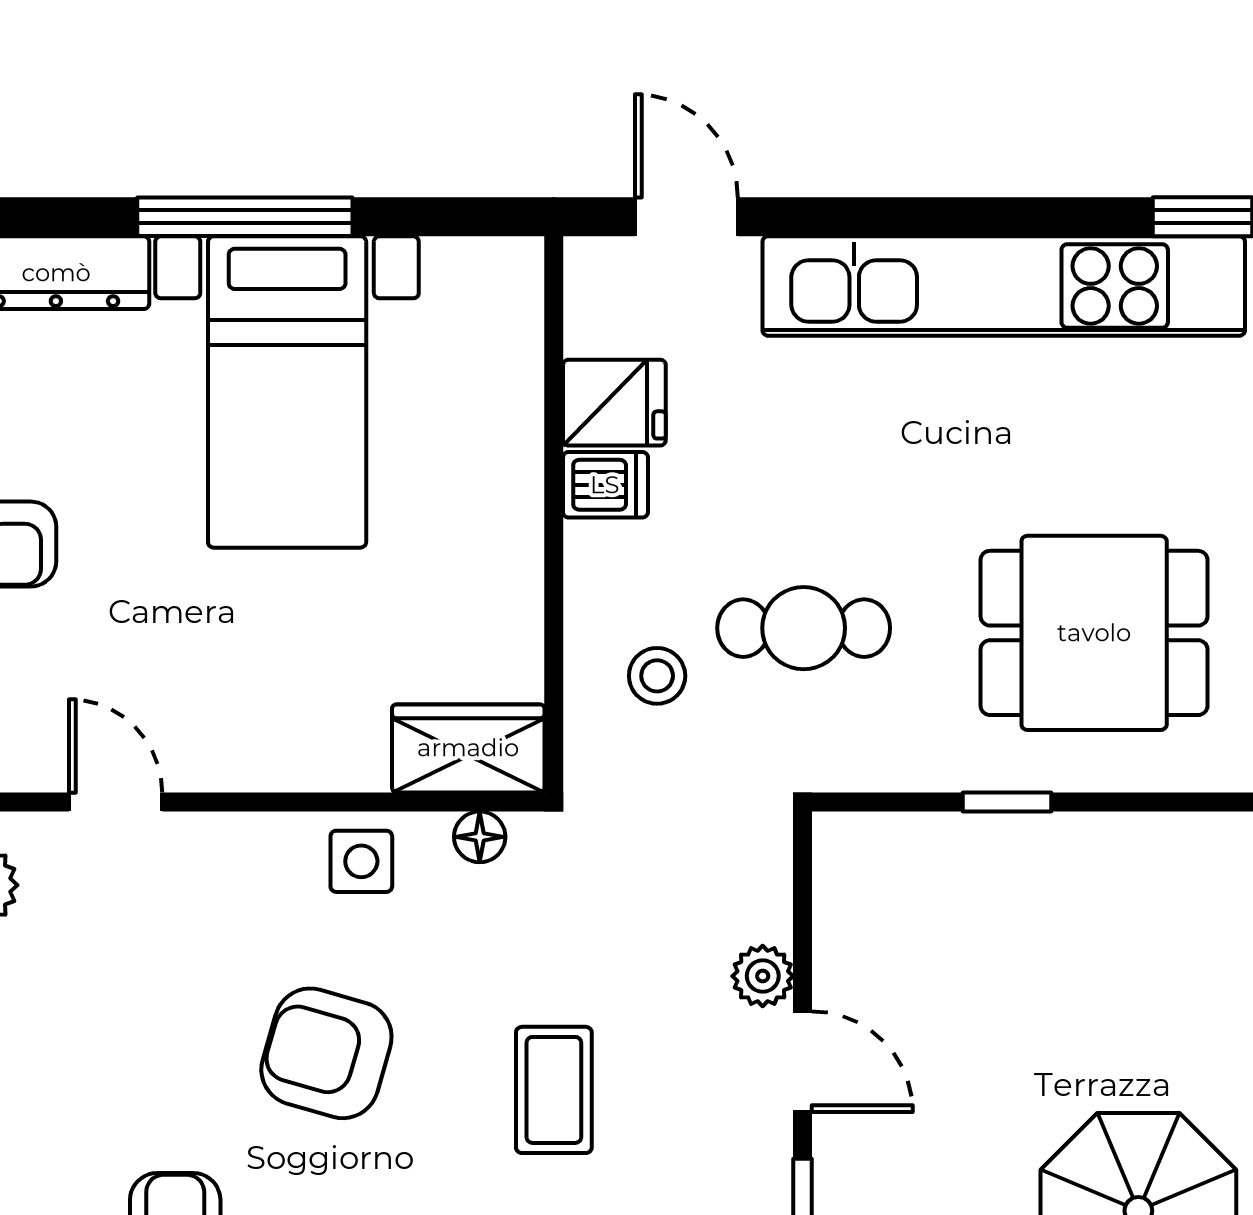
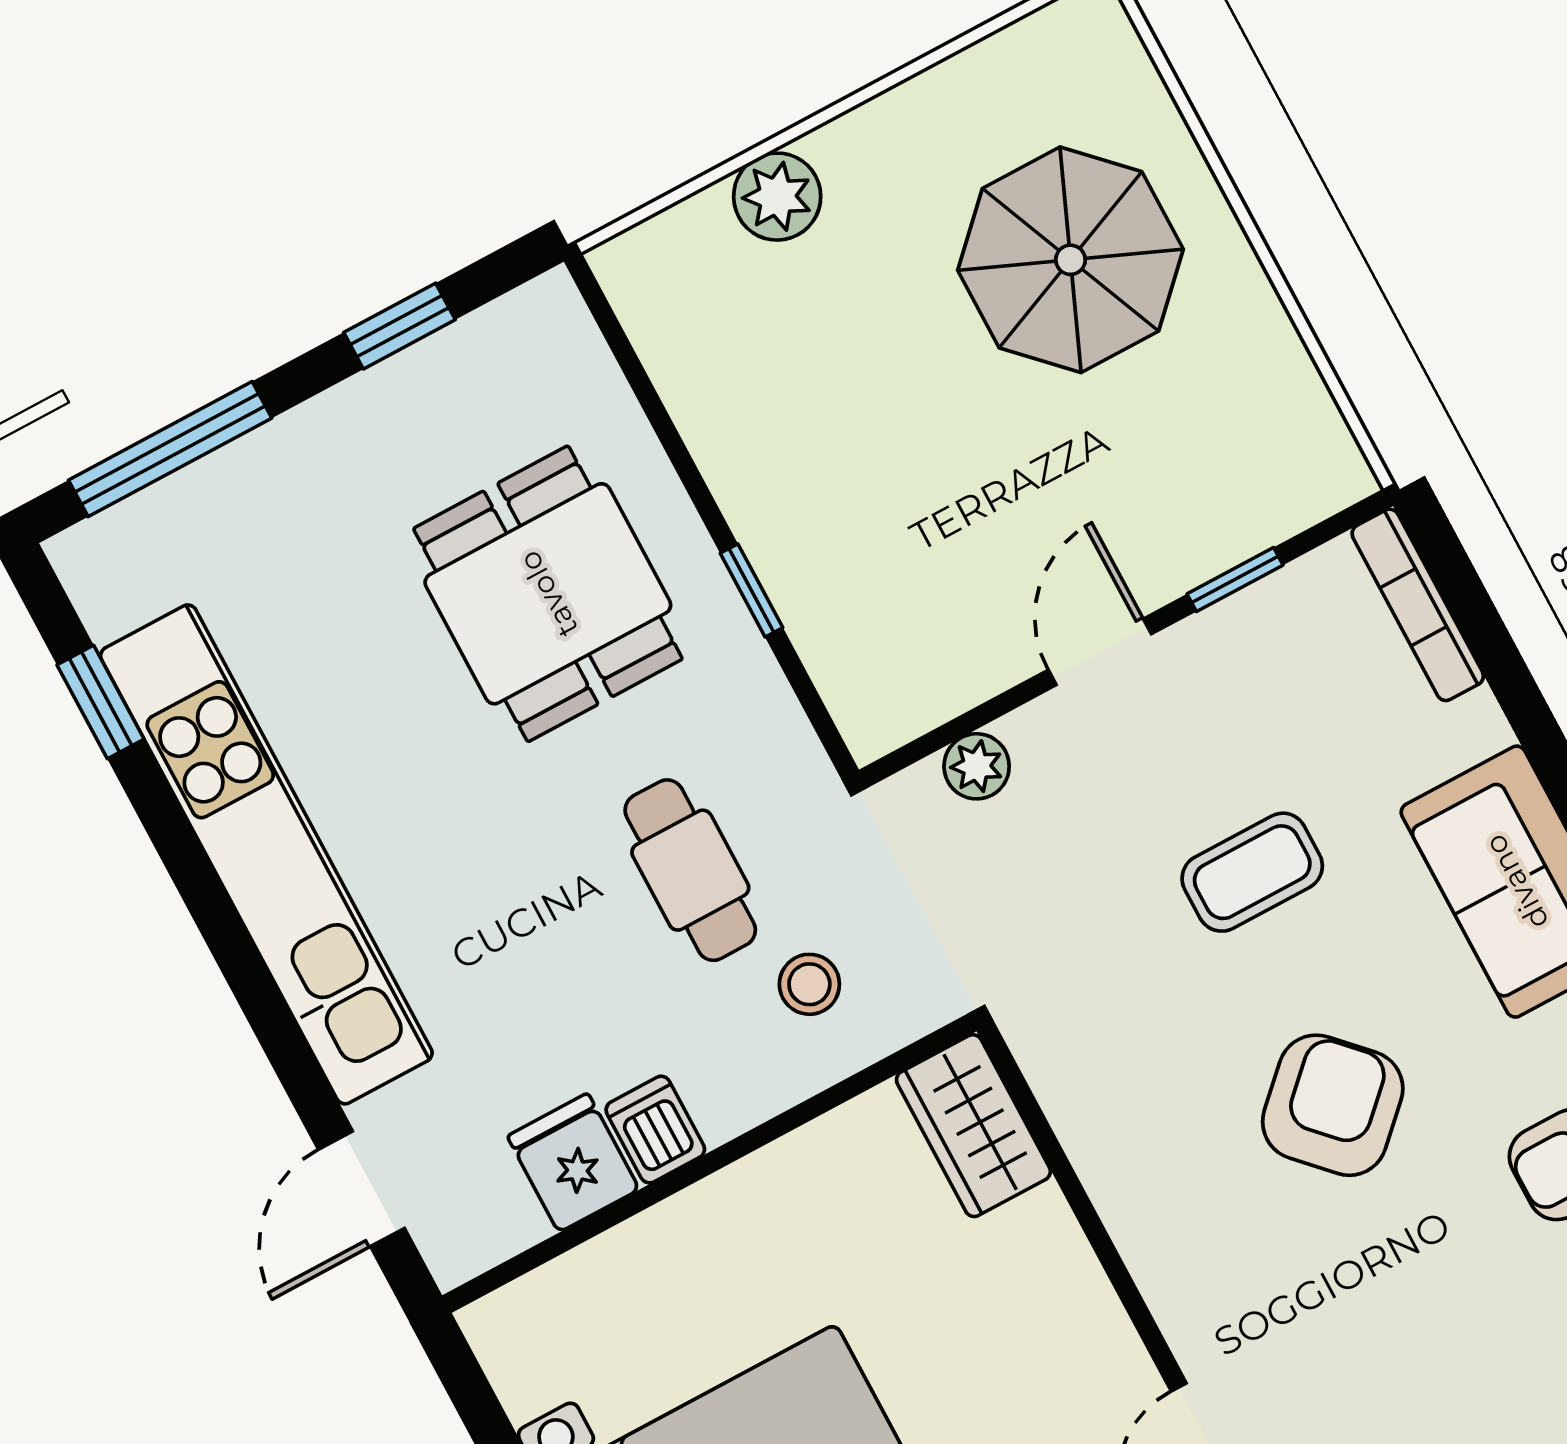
floor lamp: (480, 837) -> (1051, 1070), removed
side table: (361, 861) -> (1134, 1169), removed
plant: (763, 976) -> (977, 766), moved
armchair: (326, 1053) -> (1333, 1105), turned -150

